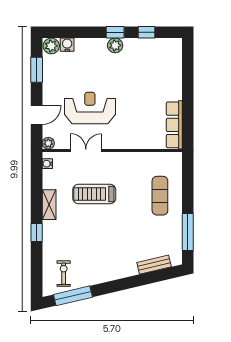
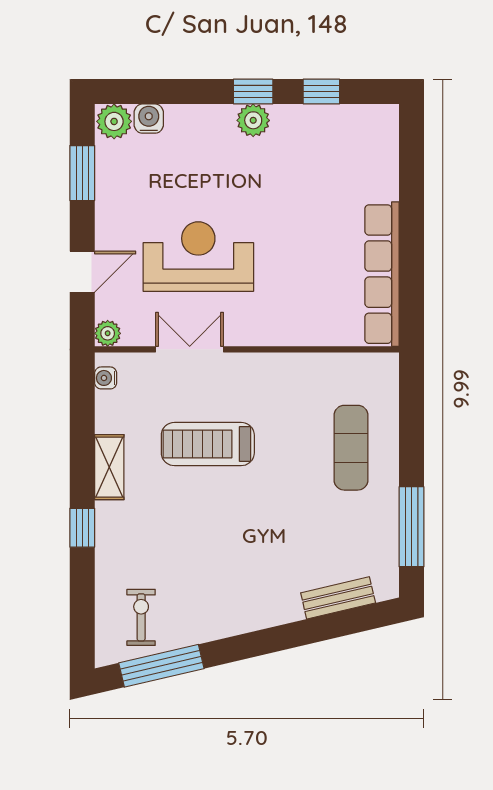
row of seats: (174, 125) -> (382, 274), width x1.36

